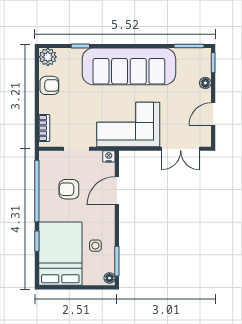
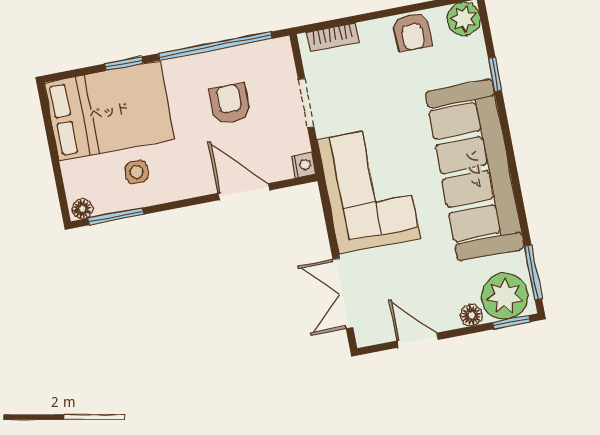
plant: (199, 63) -> (505, 296), added

